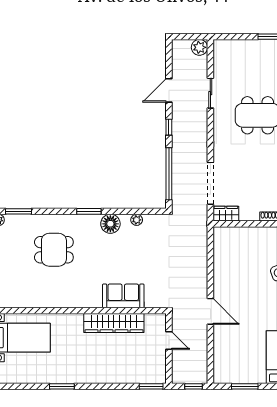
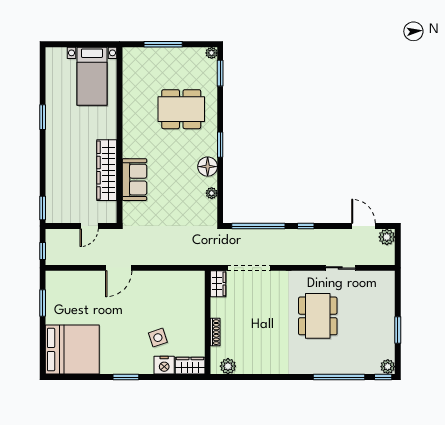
plant: (199, 47) -> (387, 237), moved
door: (169, 90) -> (363, 226), moved
dining table: (54, 250) -> (181, 109), width x1.38

